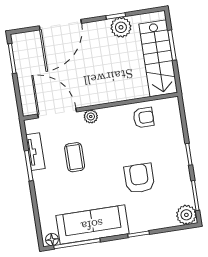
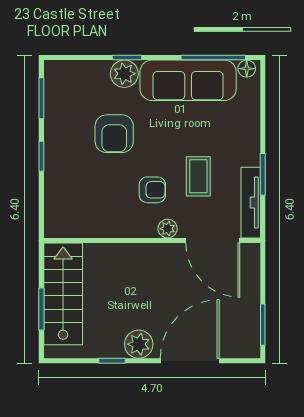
plant: (121, 27) -> (139, 344), moved
armchair: (144, 118) -> (152, 190), moved, turned 180
tv unit: (35, 152) -> (251, 203), width x1.41
plant: (186, 215) -> (124, 74), moved

